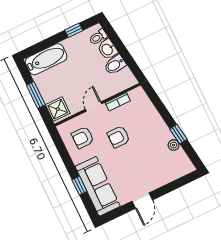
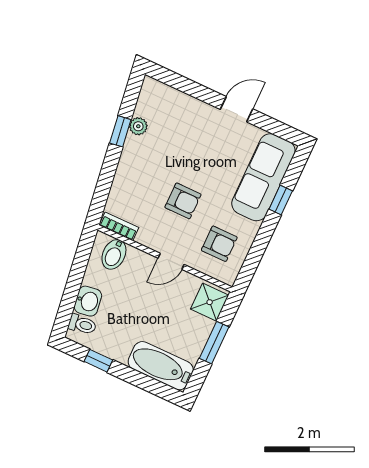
bidet: (115, 65) -> (114, 254), moved, turned 98
bookcase: (118, 102) -> (119, 226), moved

